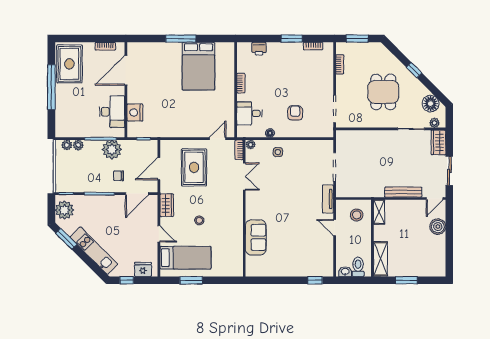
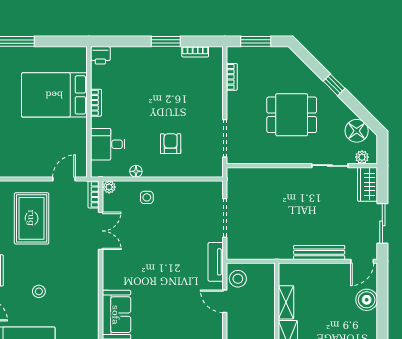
printer: (259, 49) -> (100, 55), moved
bed: (198, 66) -> (54, 95), moved, turned 90
dining table: (383, 92) -> (292, 115), turned 90
shelving: (379, 212) -> (286, 302), moved
stool: (357, 215) -> (238, 279), moved

